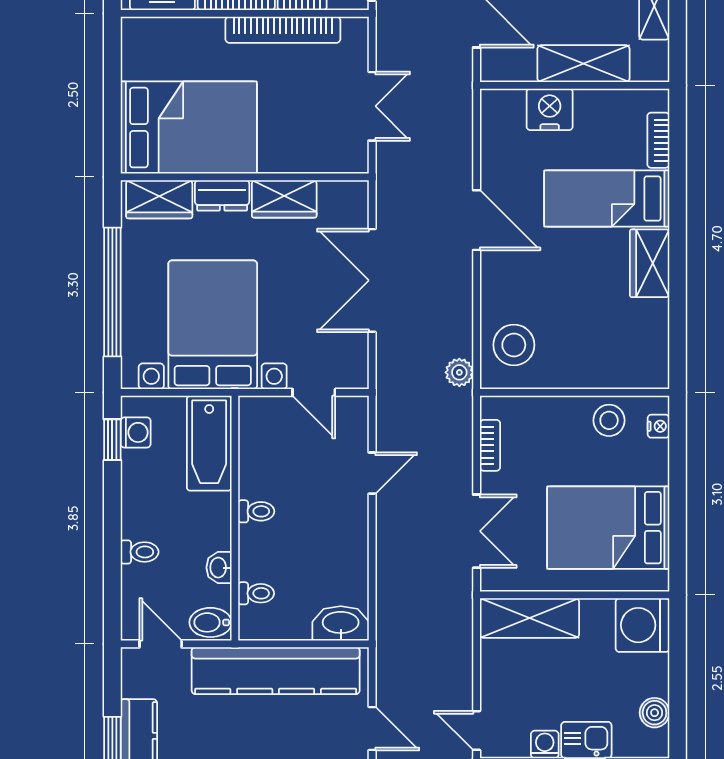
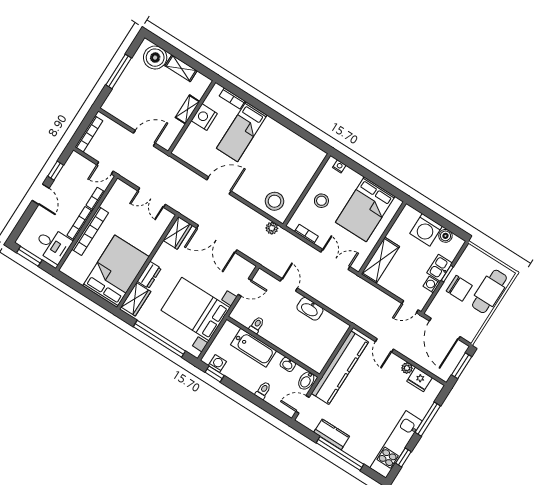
bookcase: (283, 30) -> (90, 231), moved
shelving: (583, 64) -> (188, 109), width x0.67, depth x0.75
double door: (372, 106) -> (152, 198), swing flipped
nightstand: (550, 109) -> (204, 117), moved
wardrobe: (284, 199) -> (178, 233), moved
wardrobe: (650, 263) -> (276, 131), removed
stool: (609, 420) -> (321, 201), moved
bathtub: (209, 443) -> (253, 348), moved
toilet: (256, 511) -> (257, 325), moved
toilet: (256, 593) -> (306, 357), removed
washbasin: (341, 623) -> (310, 309), moved, turned -90
washing machine: (642, 625) -> (426, 230), moved
door: (372, 729) -> (384, 345), swing flipped

